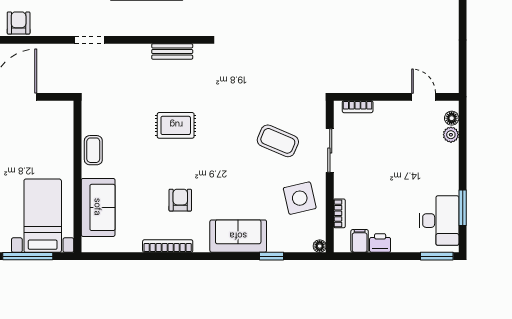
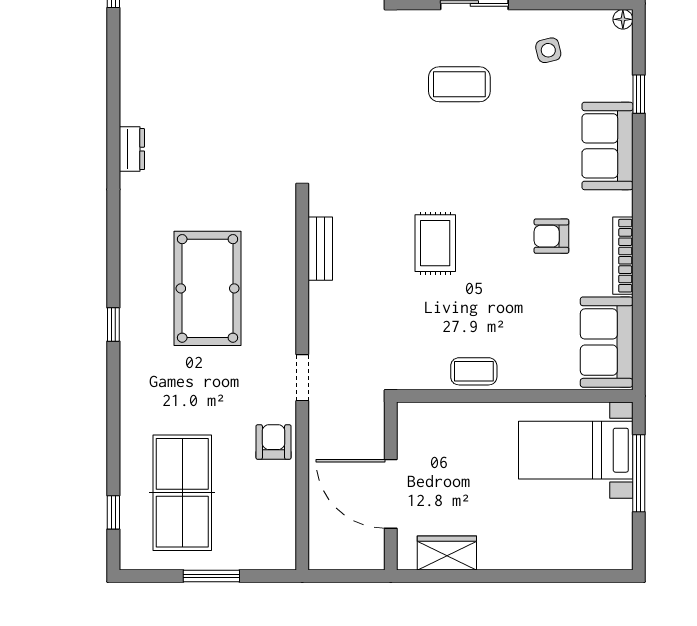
armchair: (19, 23) -> (273, 442), moved, turned 90
coffee table: (278, 141) -> (459, 84), turned 67
side table: (300, 198) -> (548, 50), width x0.54, depth x0.54
sofa: (98, 207) -> (607, 342), moved, turned -90

